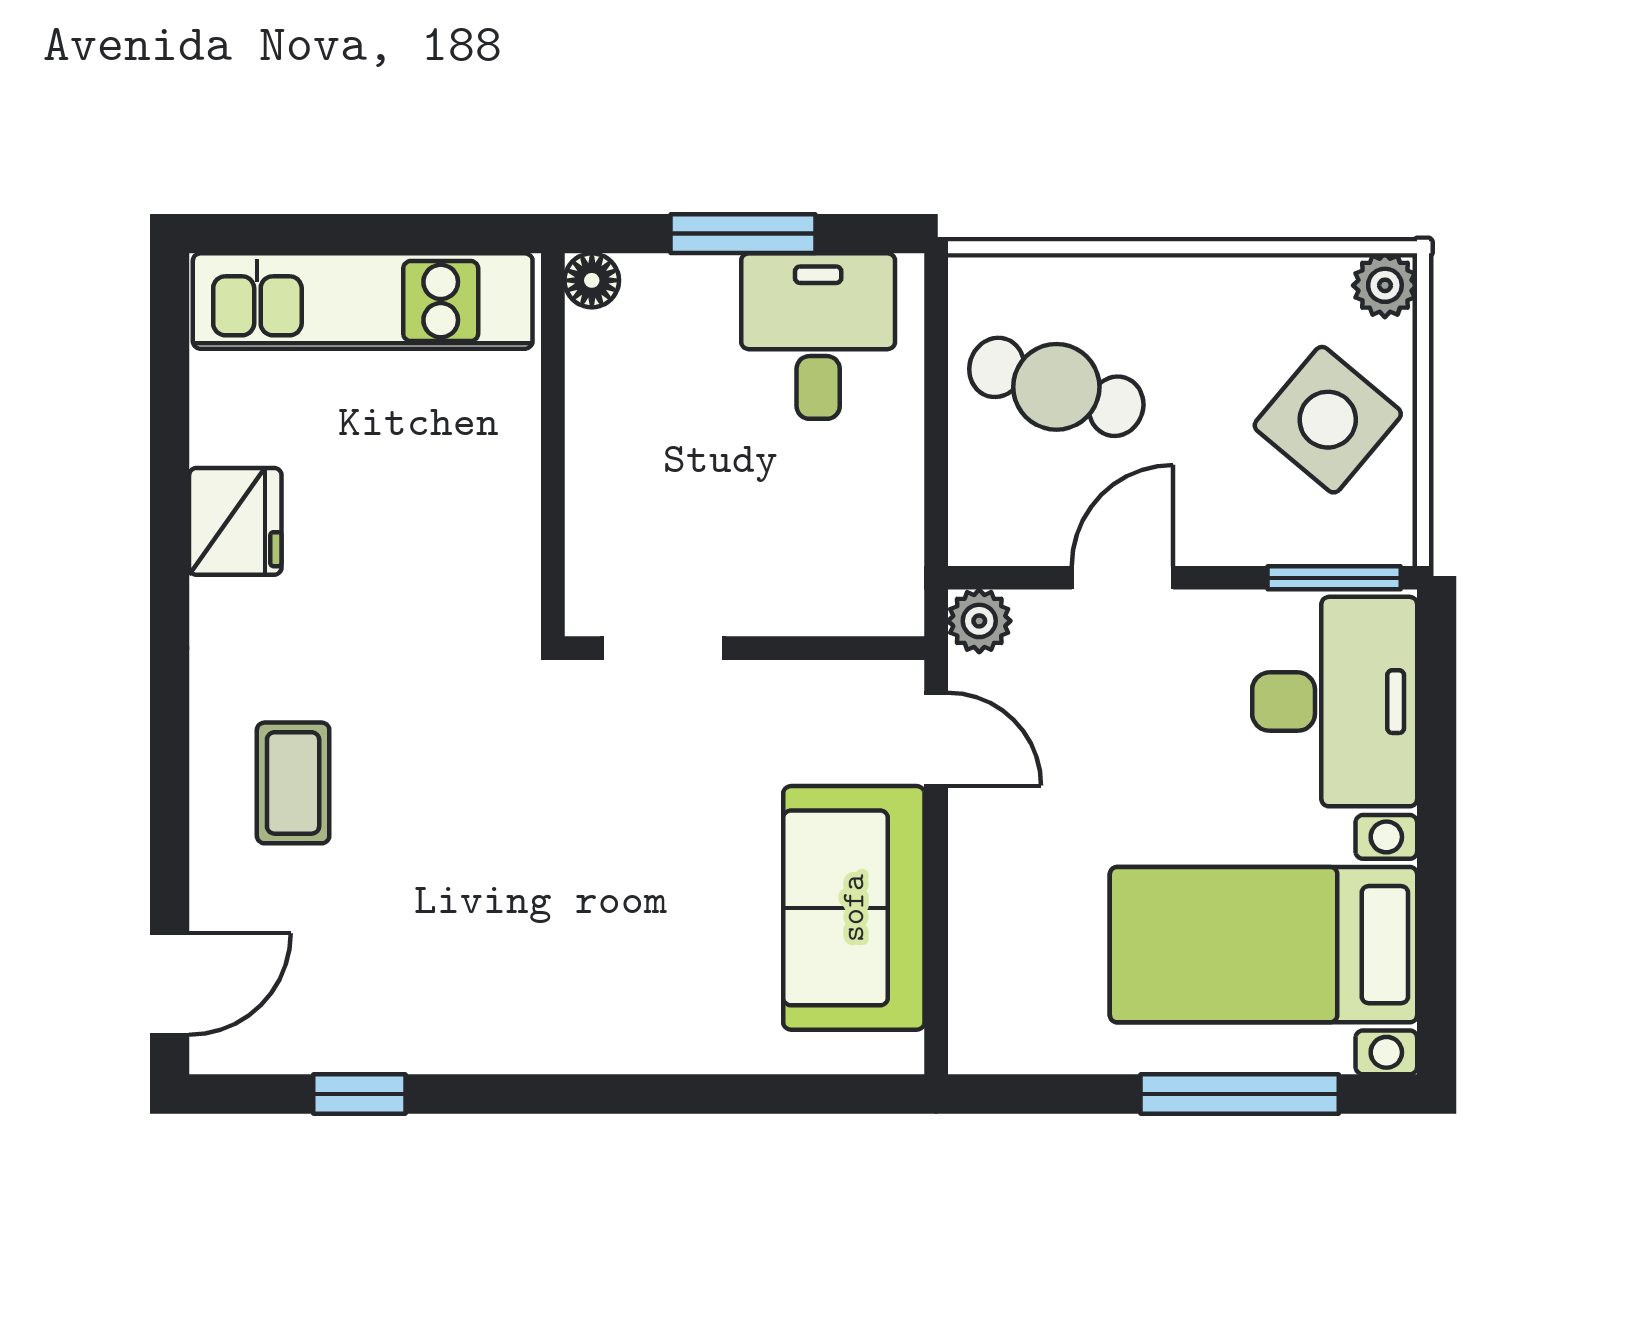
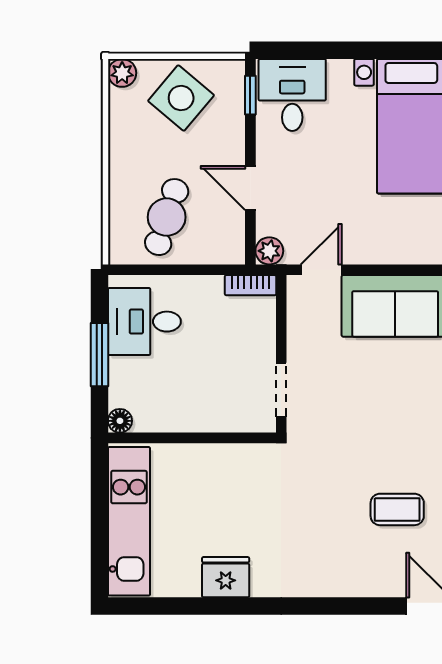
bookcase: (901, 578) -> (251, 285), added
window: (1334, 578) -> (250, 95), width x0.67
desk: (1335, 702) -> (292, 95), width x0.73
coffee table: (293, 783) -> (397, 509), moved

